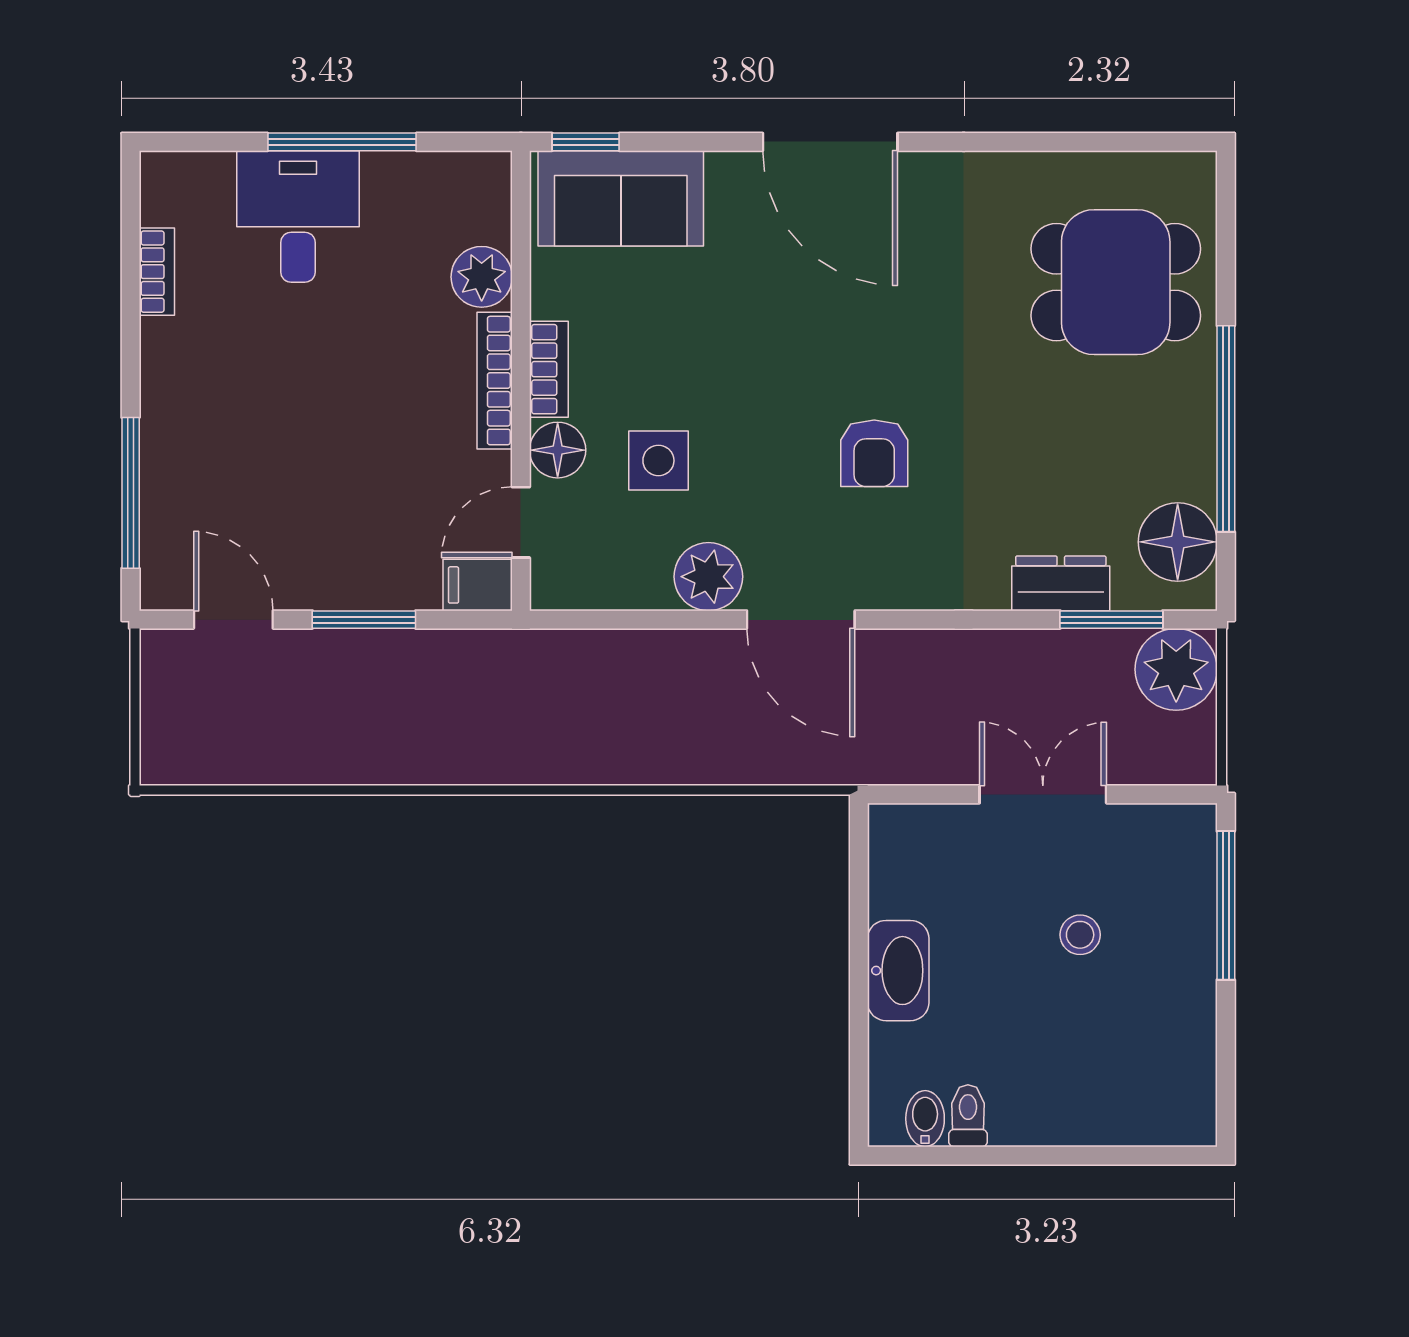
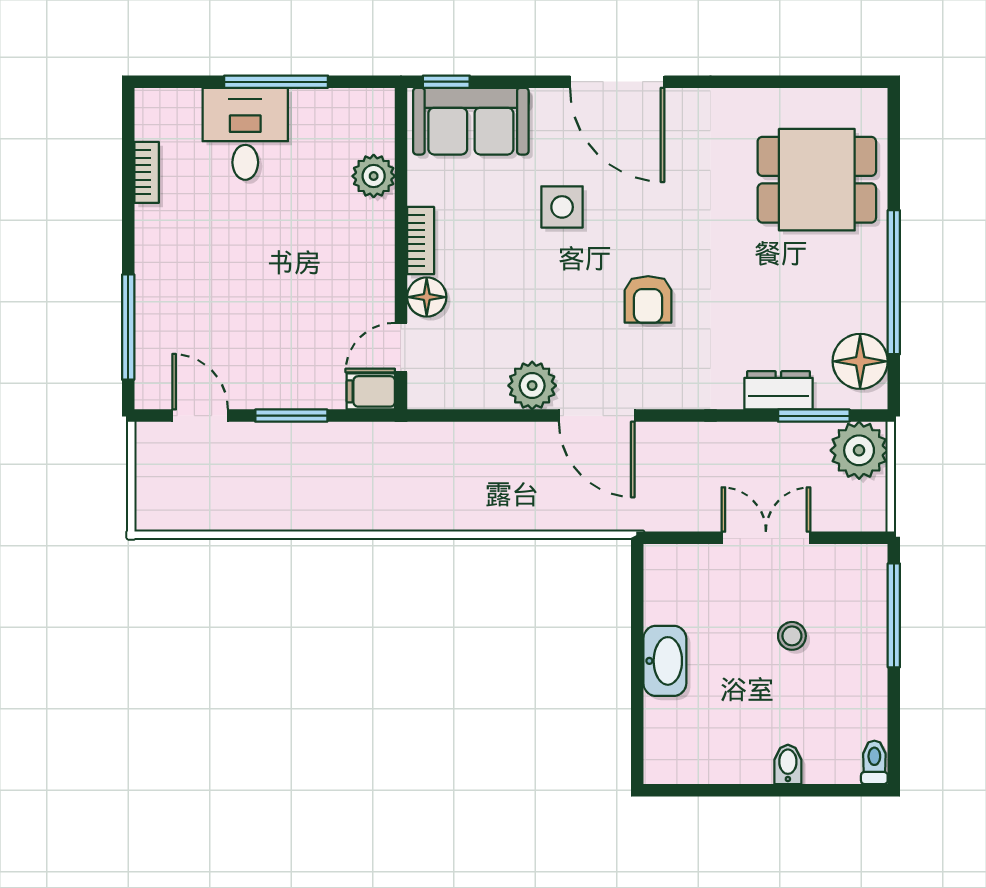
bookcase: (495, 381) -> (383, 248), removed
side table: (658, 461) -> (562, 207), moved
toilet: (968, 1116) -> (874, 762), moved
bidet: (925, 1119) -> (788, 764), moved

